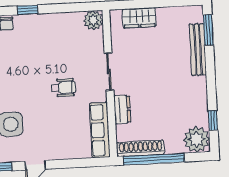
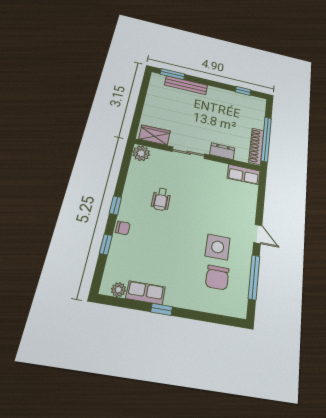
wardrobe: (139, 18) -> (154, 135), moved, turned -90
wheelchair: (63, 88) -> (161, 199), moved, turned 180
row of seats: (100, 130) -> (244, 175), width x0.68
plant: (197, 139) -> (256, 106), removed

